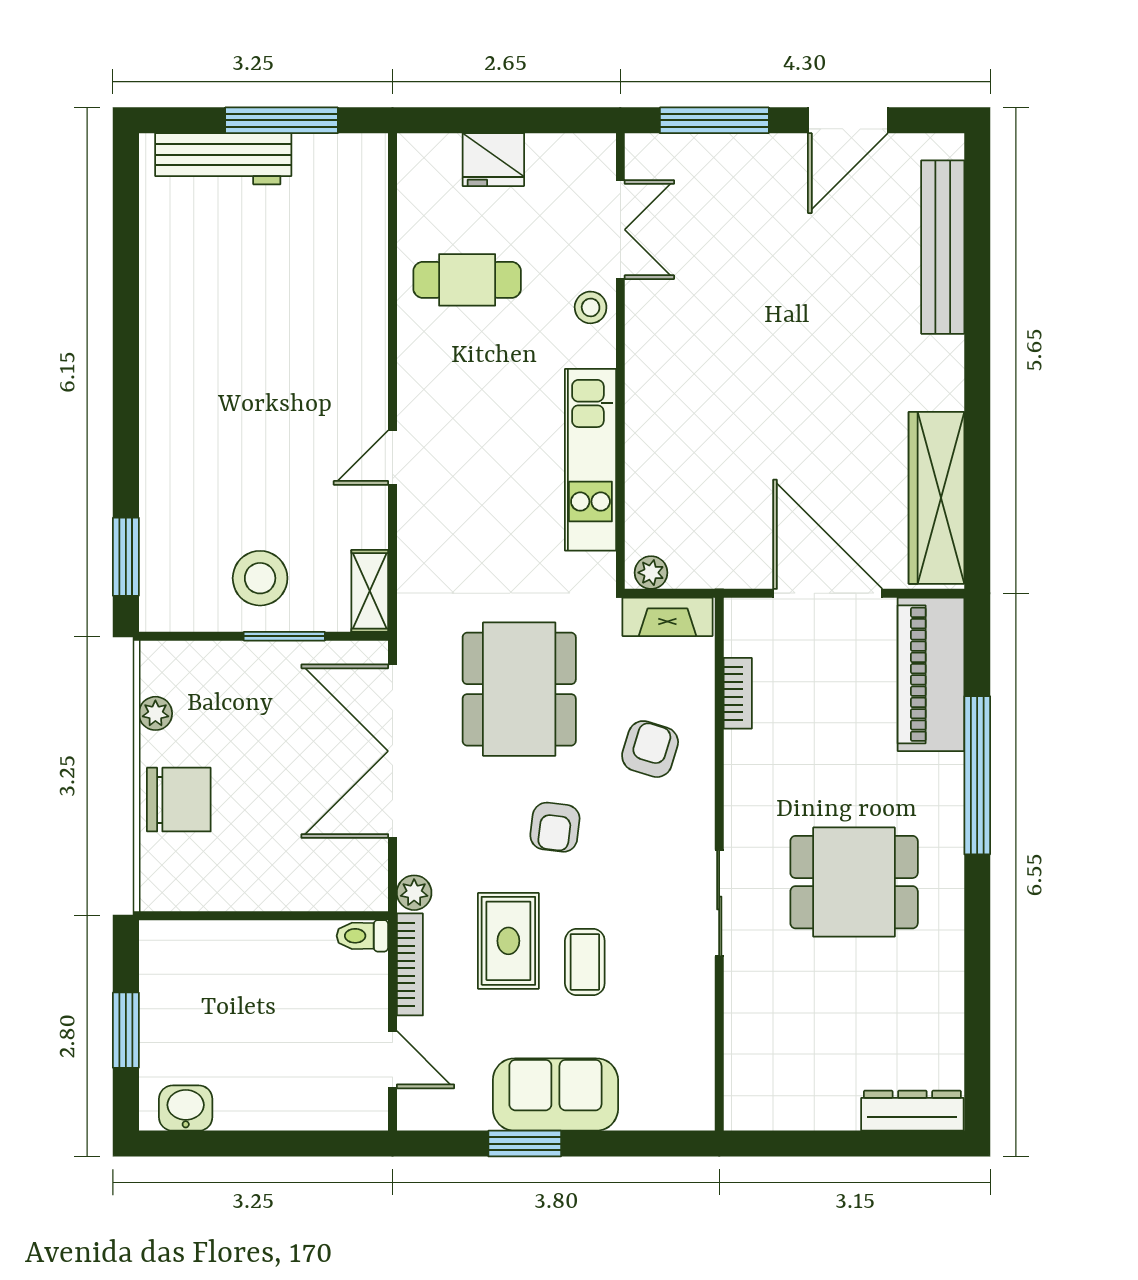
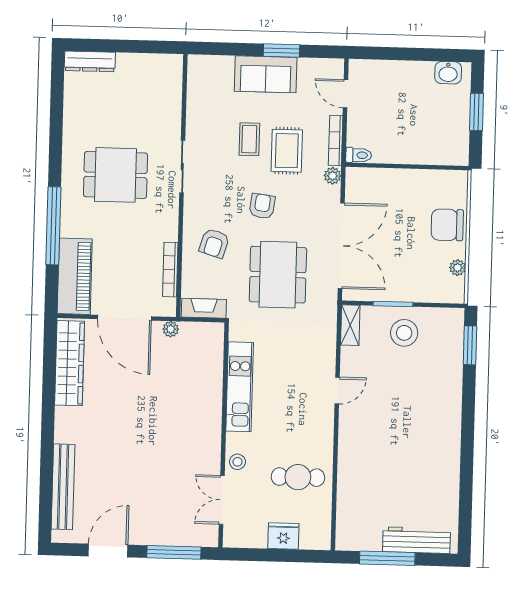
plant: (651, 573) -> (171, 329), moved
bookcase: (738, 693) -> (170, 270), width x1.56

